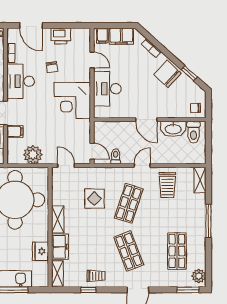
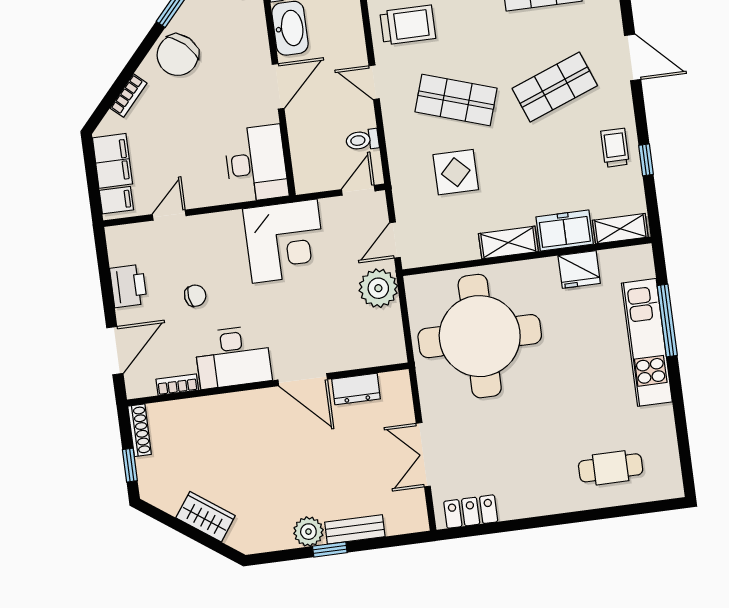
desk: (107, 89) -> (256, 164), moved, turned -90
corner desk: (72, 100) -> (285, 241), moved
filing cabinet: (15, 131) -> (338, 355), removed
plant: (33, 155) -> (378, 288), moved

